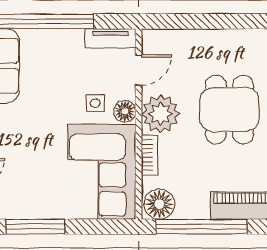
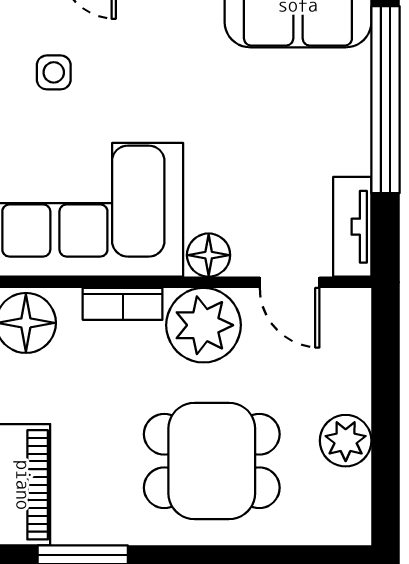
plant: (219, 42) -> (346, 441), added
side table: (95, 103) -> (54, 72), moved

